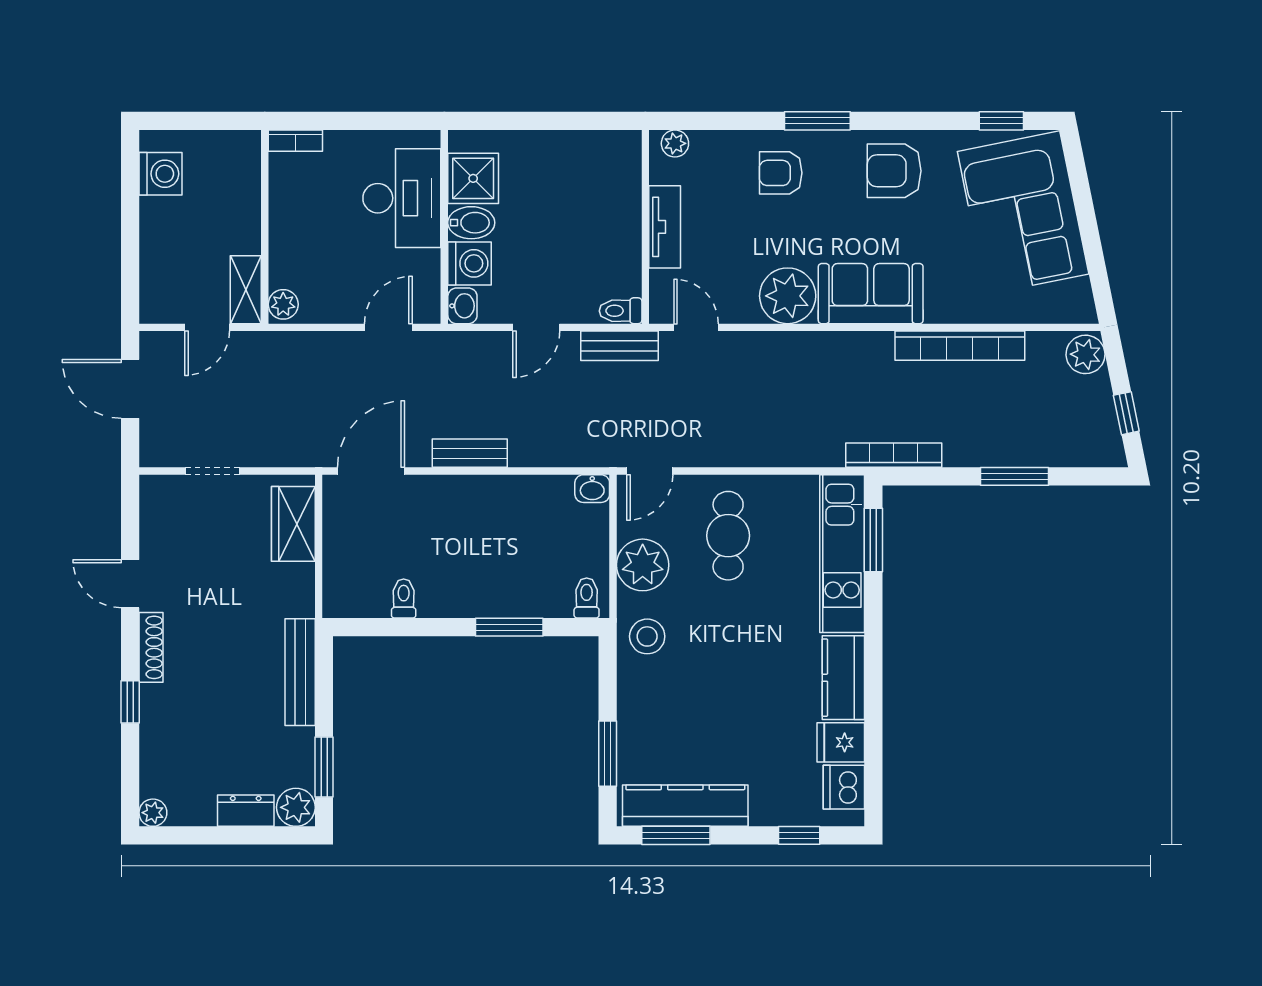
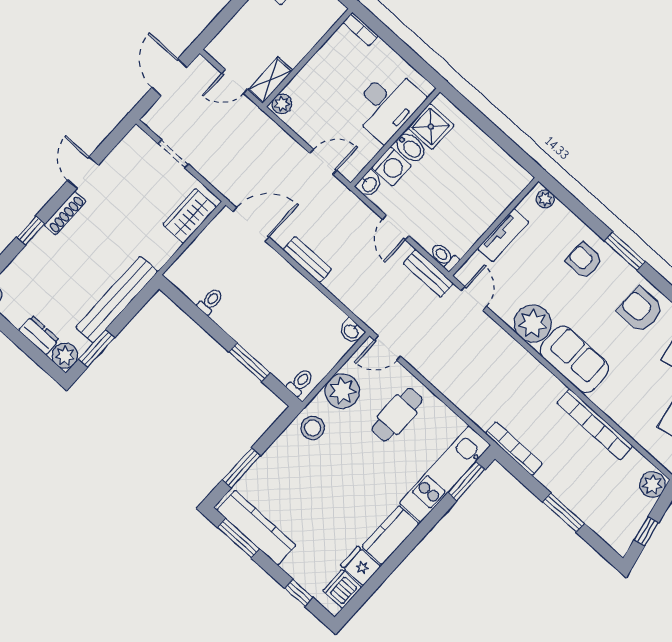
door: (536, 327) -> (396, 227), hinge flipped
bench: (300, 672) -> (117, 300), width x1.37, depth x1.21

